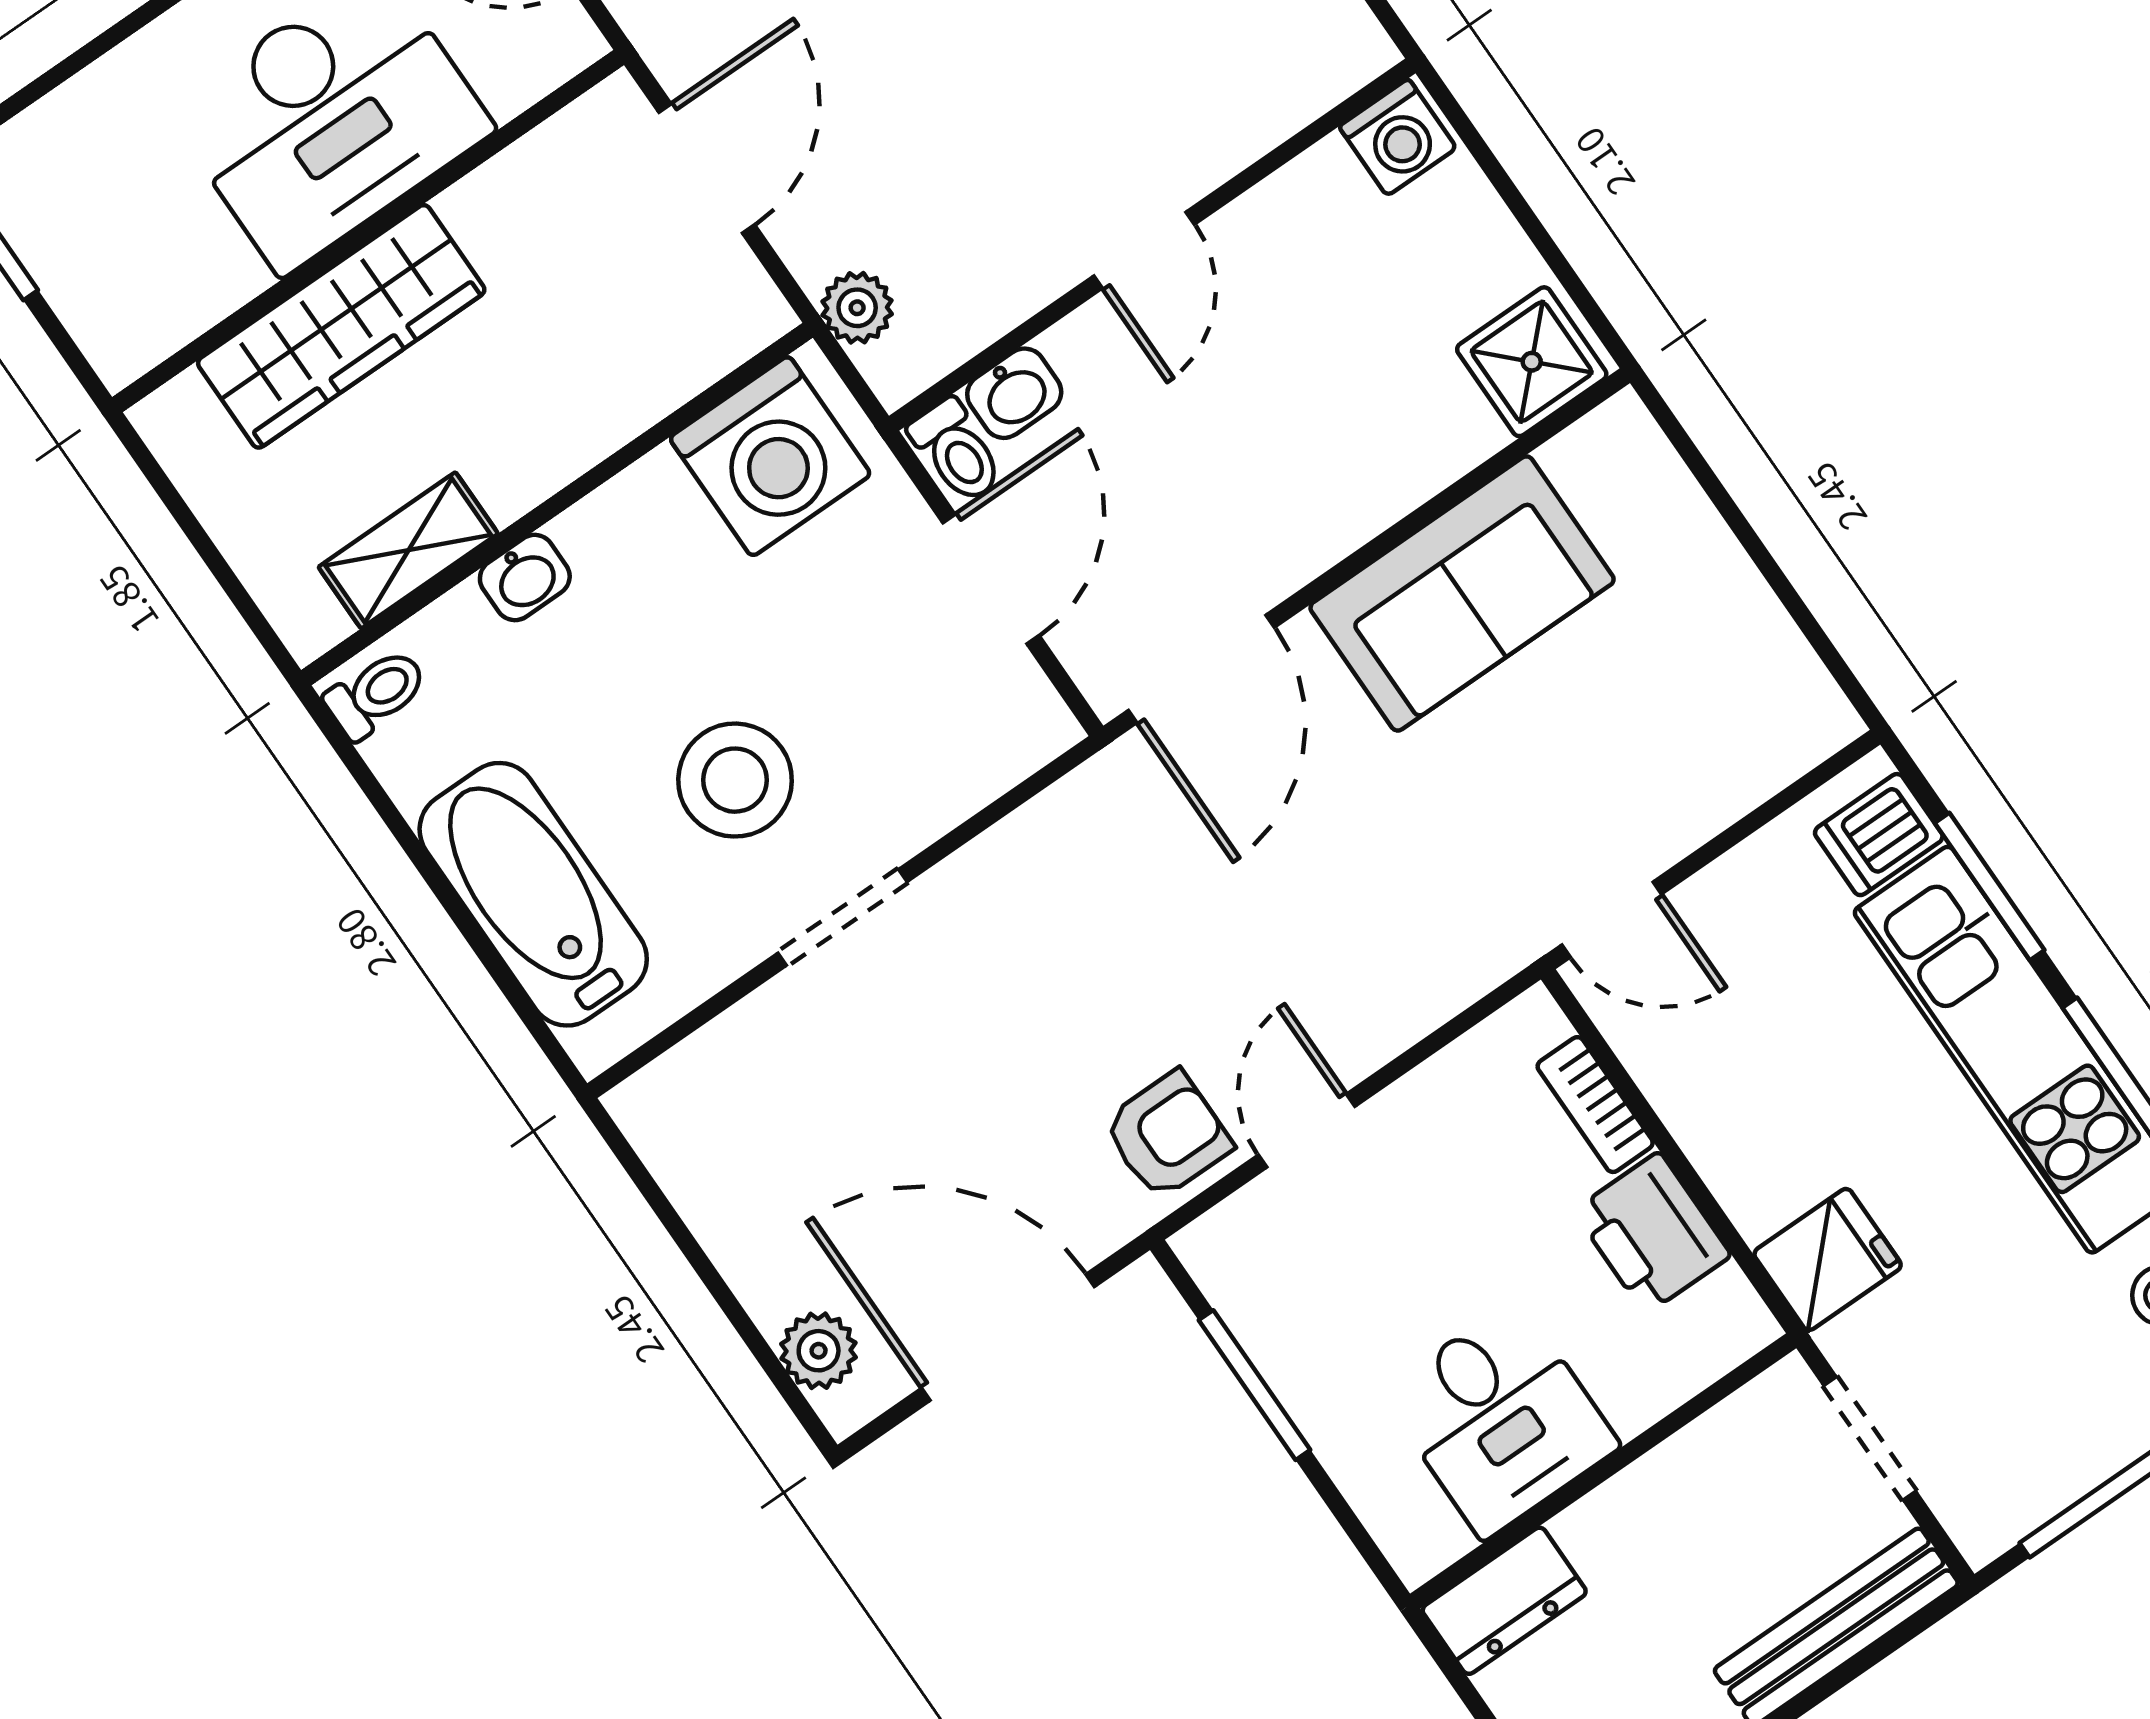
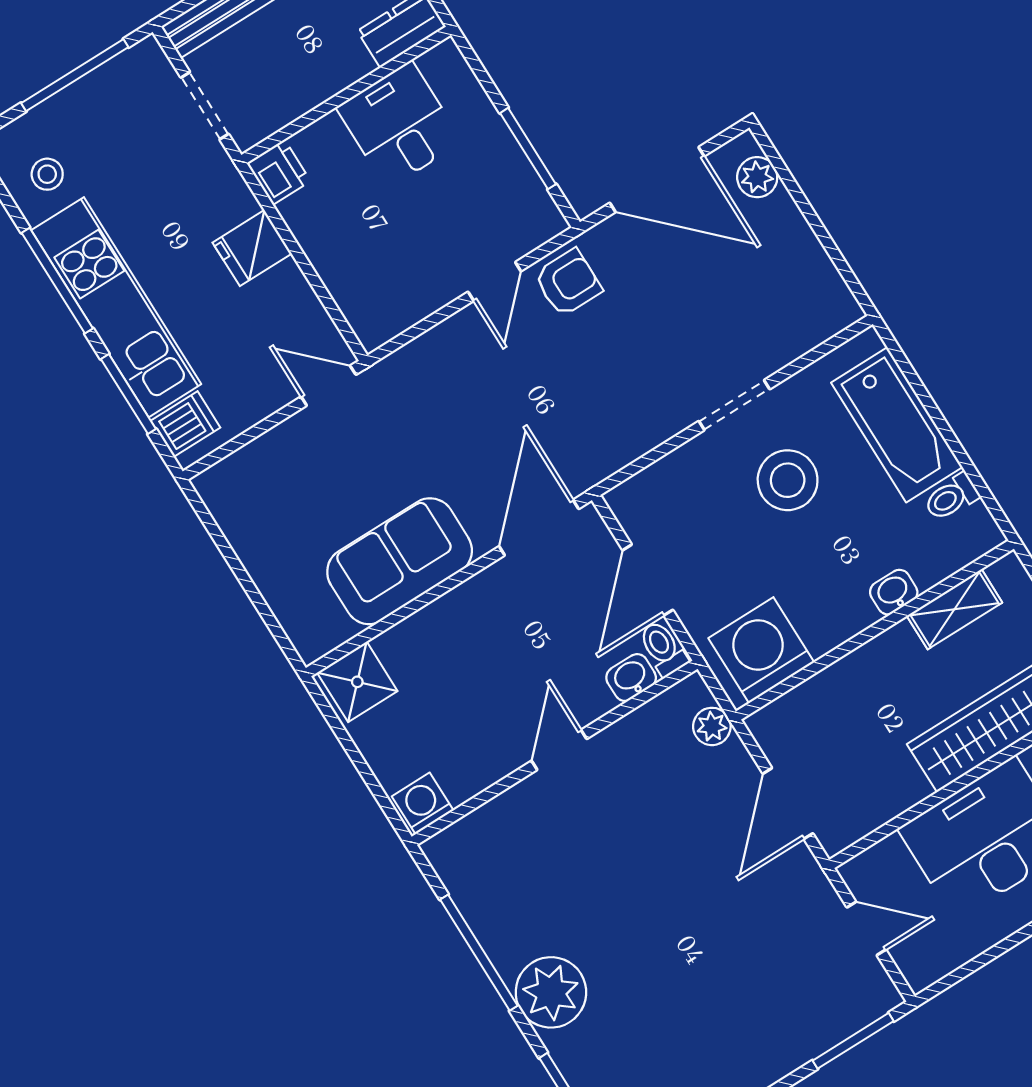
toilet: (376, 694) -> (951, 497), moved
bookcase: (1595, 1105) -> (342, 288), removed
armchair: (1167, 1135) -> (568, 283), turned 180
printer: (1652, 1233) -> (279, 172), moved, width x0.73, depth x0.81
fridge: (1828, 1259) -> (252, 248), moved

